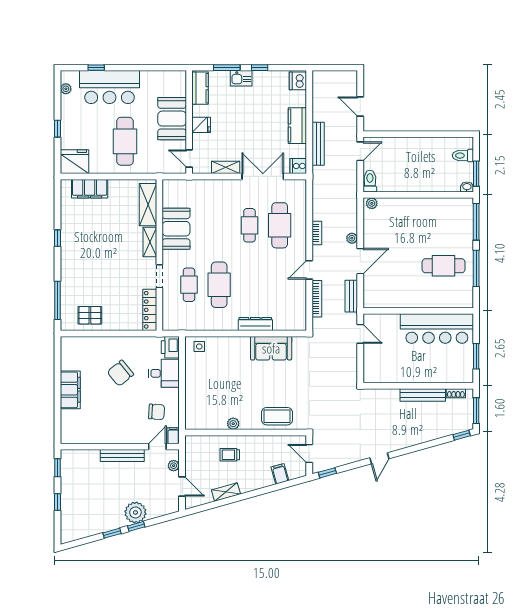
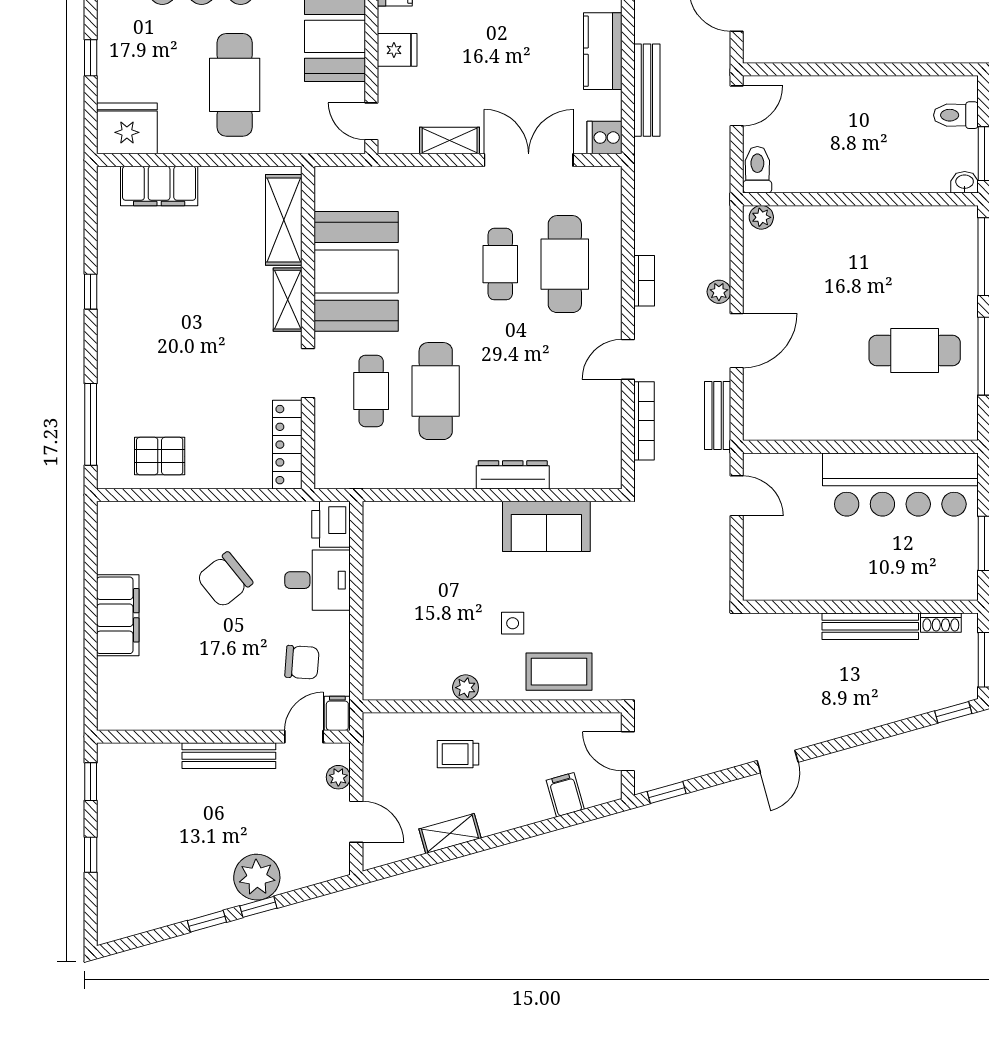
booth: (176, 229) -> (356, 271), width x1.36, depth x1.42
side table: (199, 347) -> (513, 623), moved

